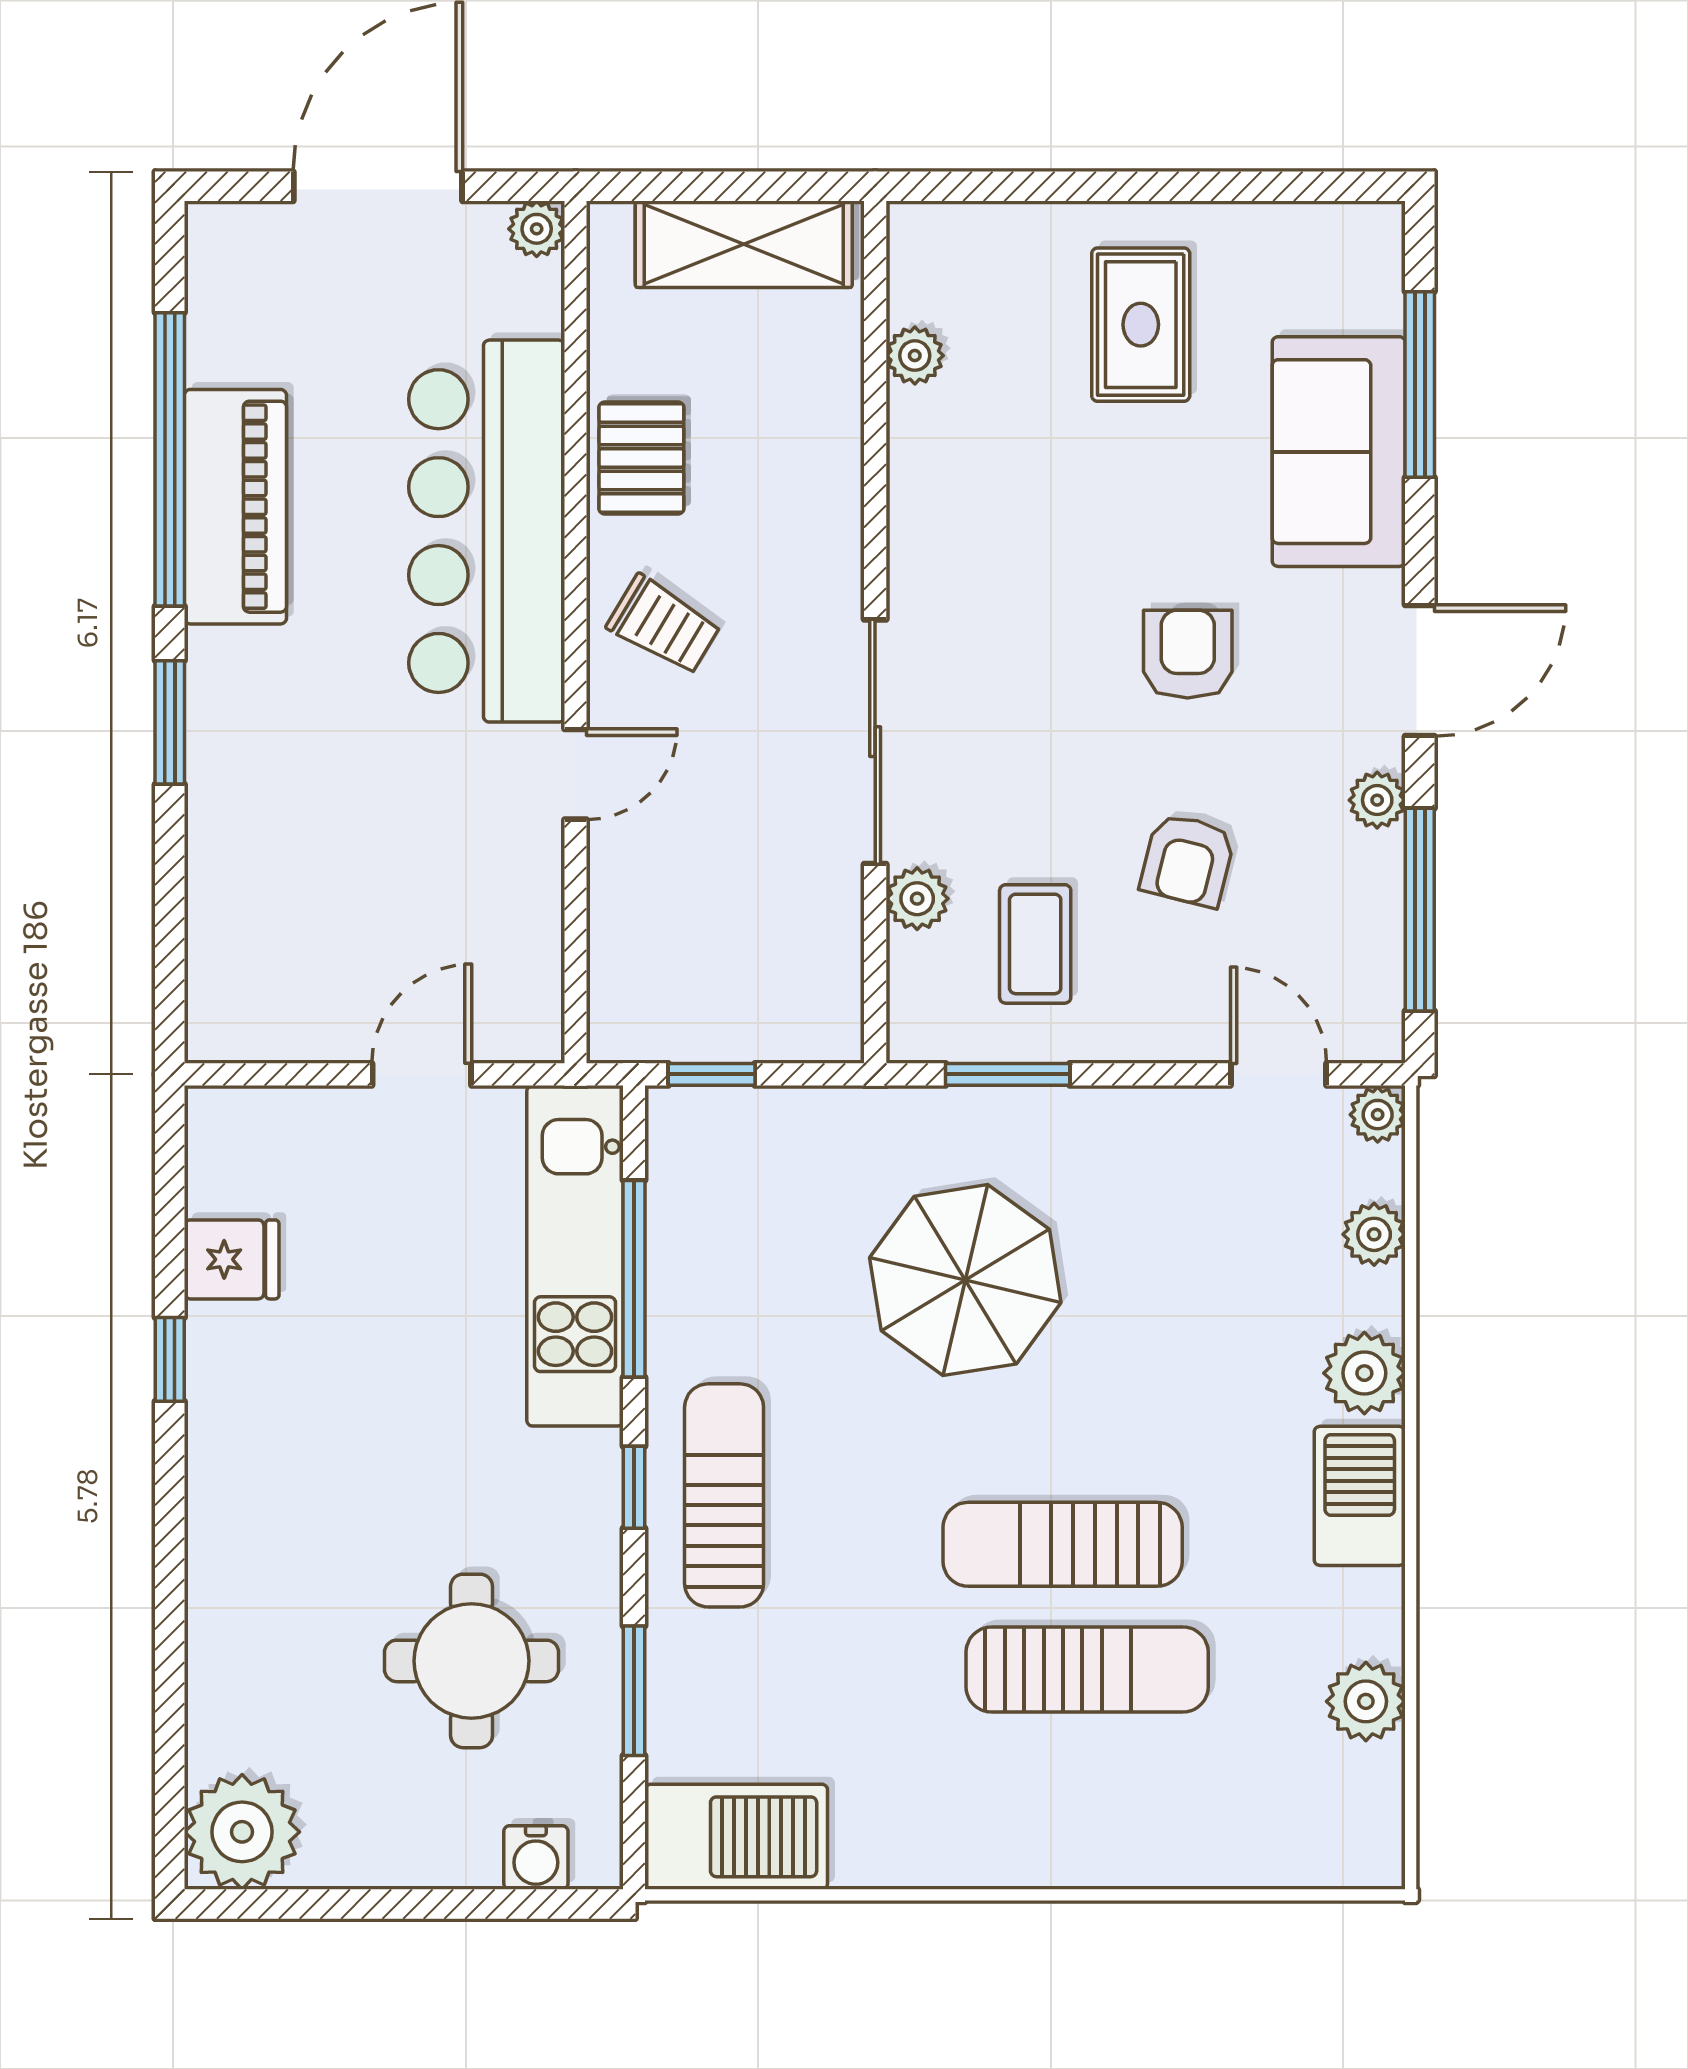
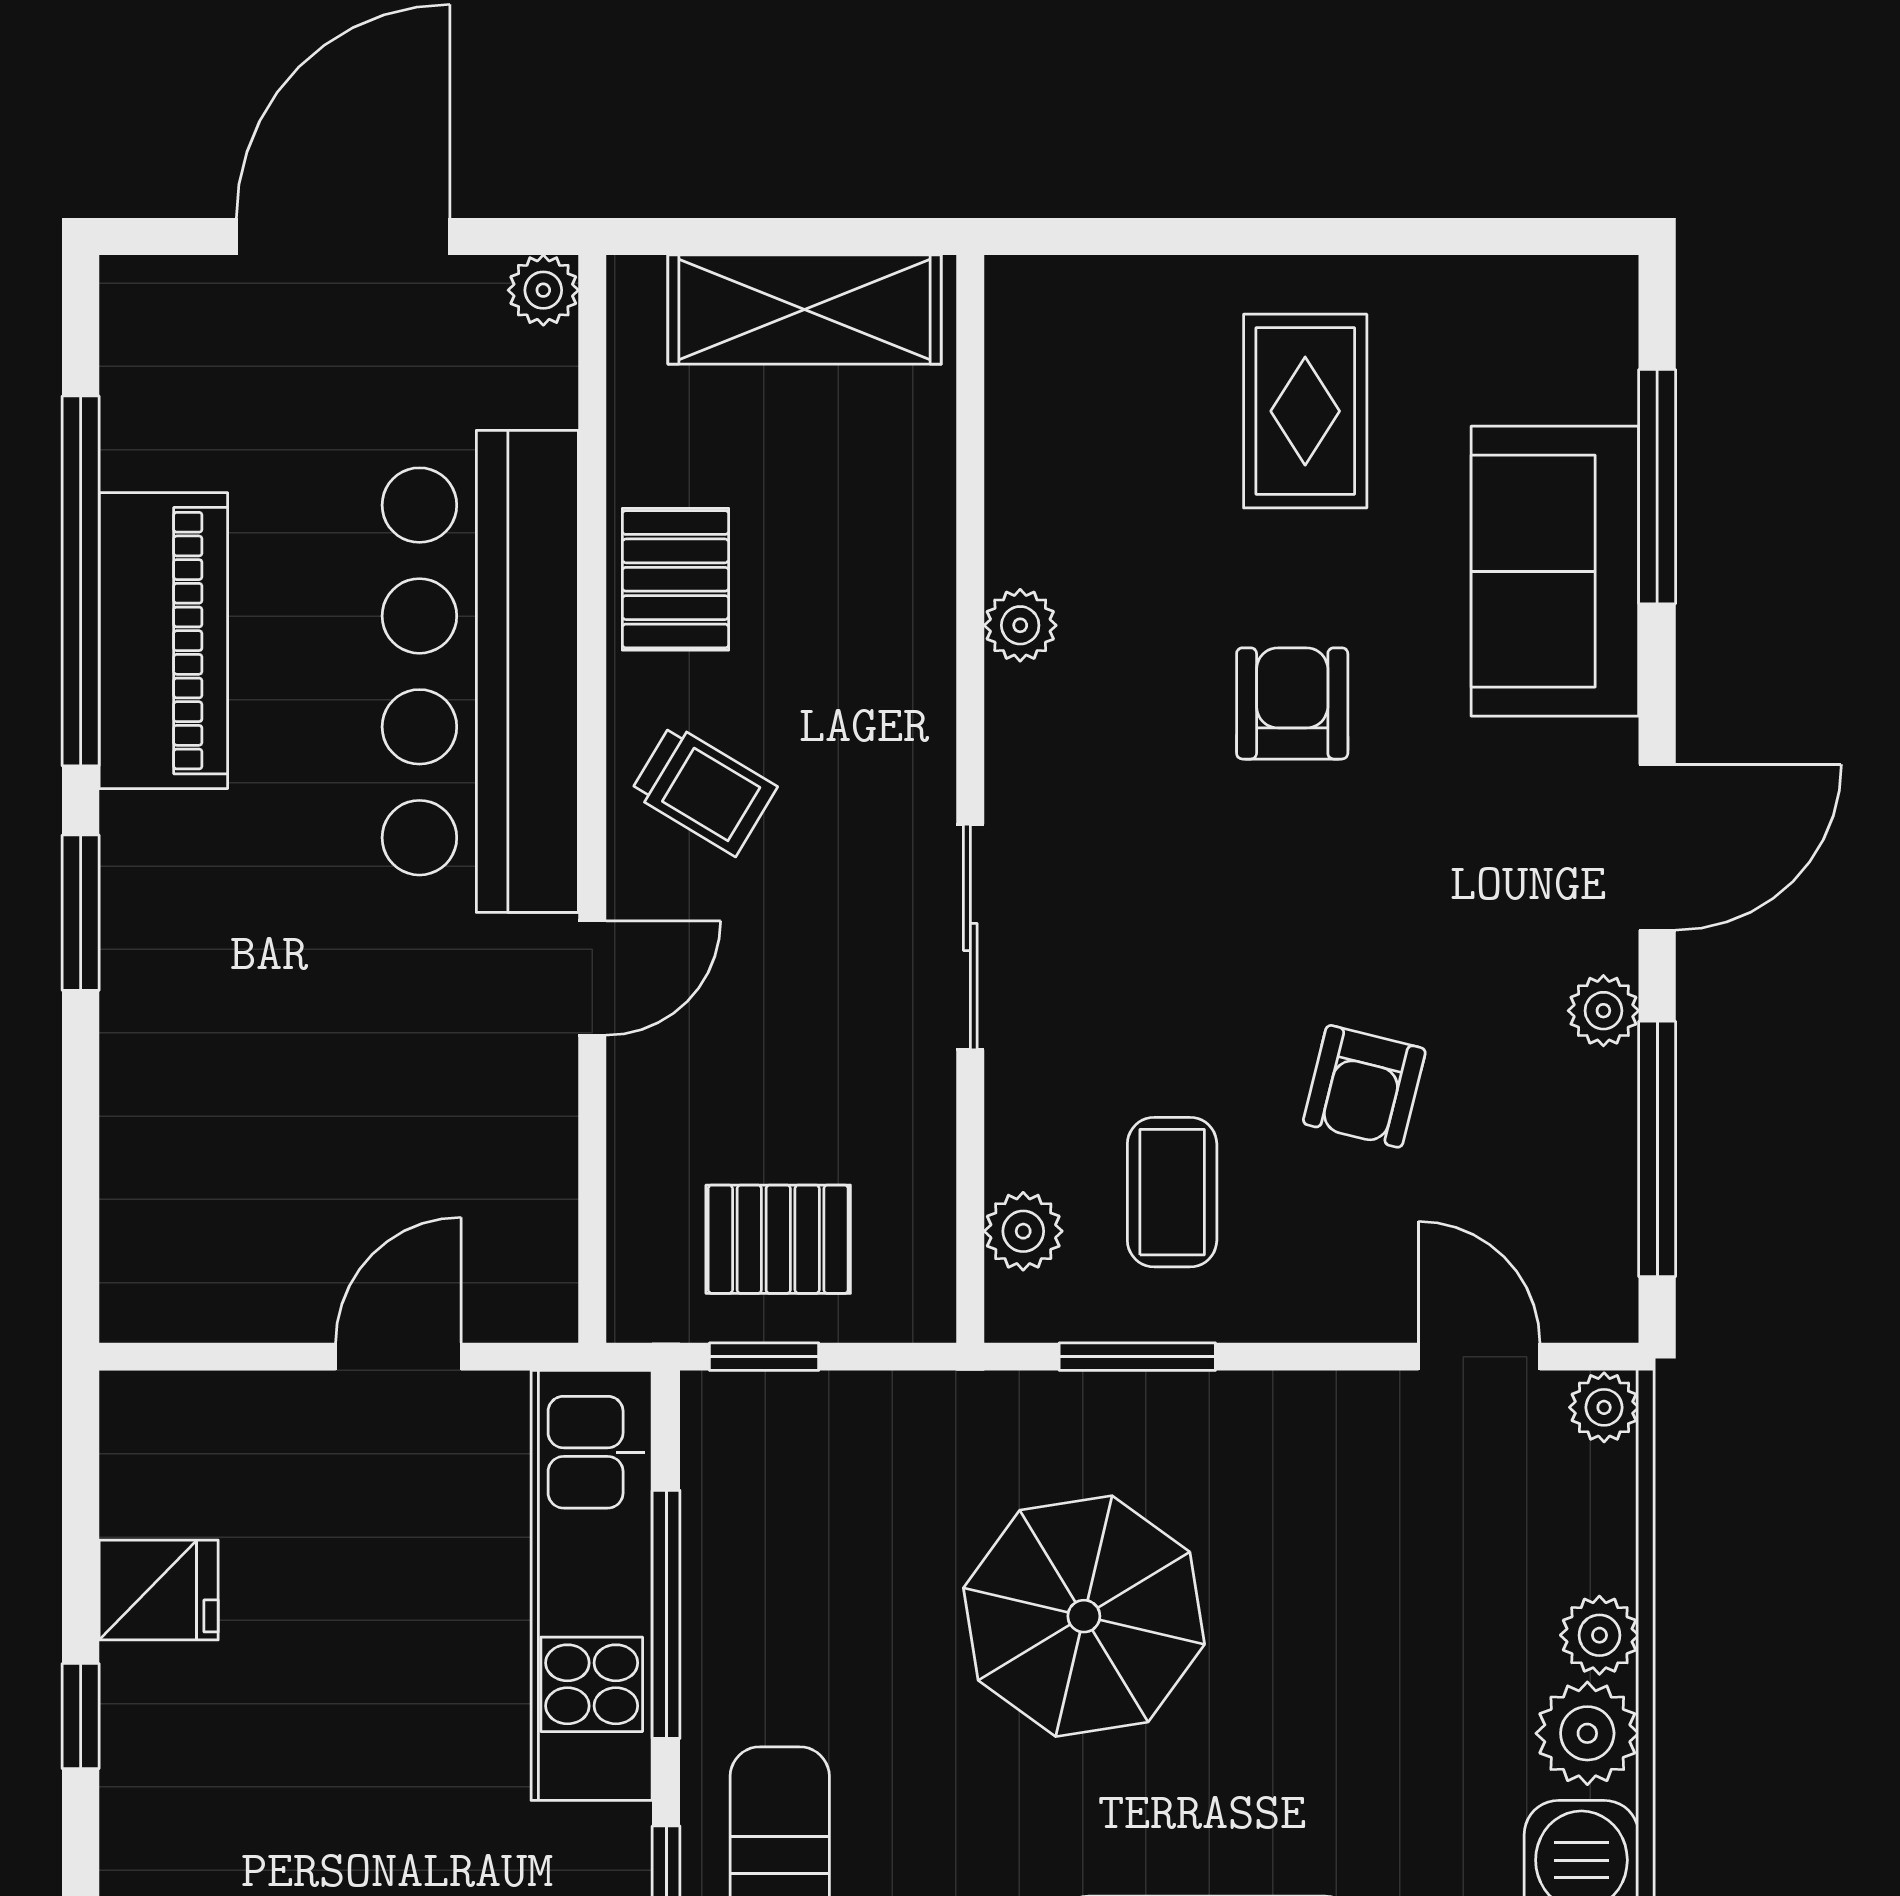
plant: (915, 356) -> (1020, 625), moved
armchair: (1188, 654) -> (1292, 703), moved
sliding door: (875, 742) -> (970, 937), width x0.73
plant: (917, 899) -> (1023, 1231), moved
pallet: (723, 981) -> (778, 1239), added
plant: (1374, 1234) -> (1599, 1635), moved

